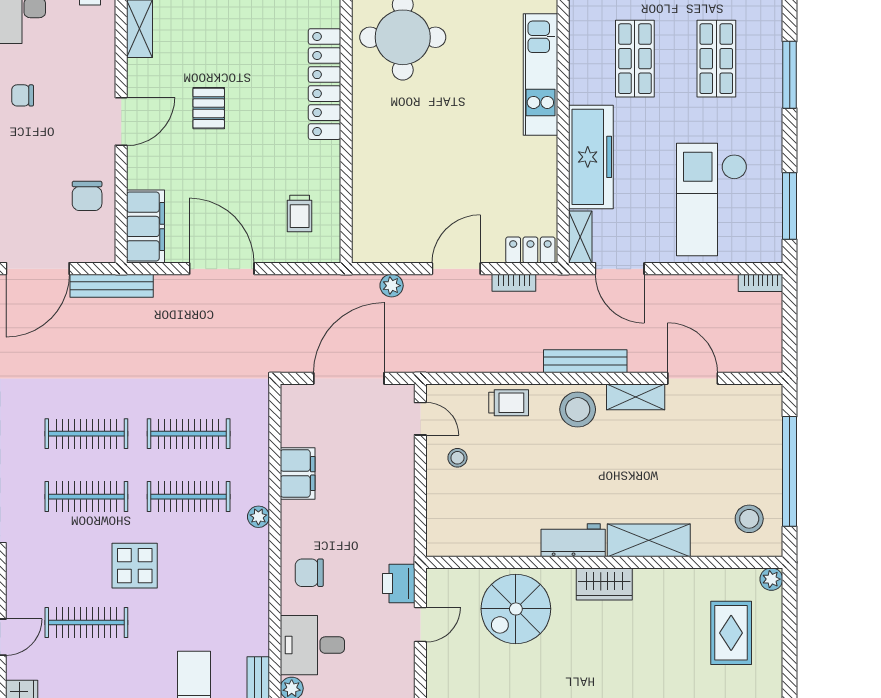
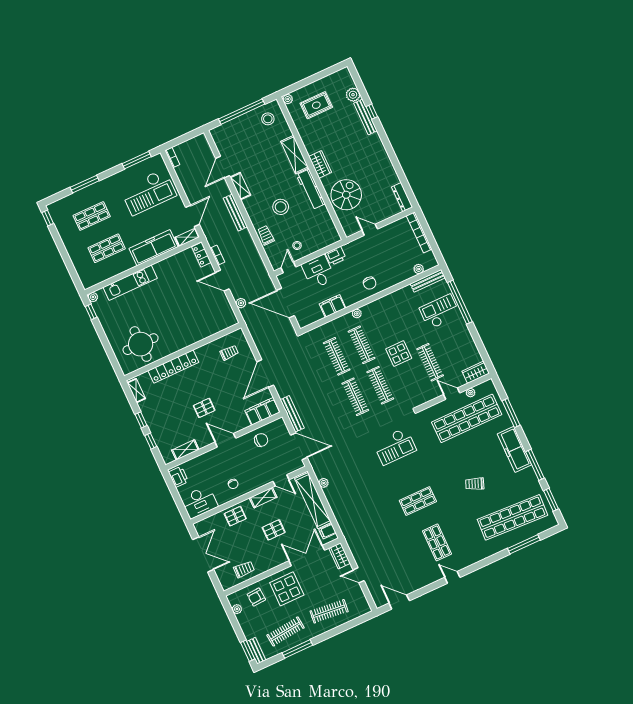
stool: (578, 409) -> (281, 207), moved
workbench: (573, 540) -> (311, 189), width x1.38
printer: (399, 583) -> (336, 256), moved
spiral stairs: (516, 609) -> (346, 195), turned -90
desk: (312, 645) -> (318, 272), moved, turned 180

